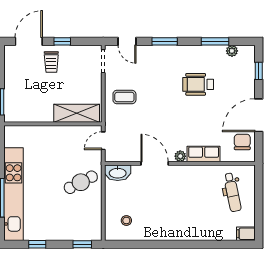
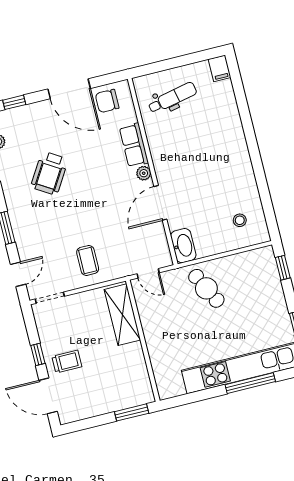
wheelchair: (198, 84) -> (49, 173), turned 32

